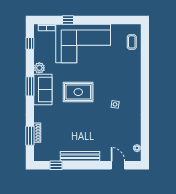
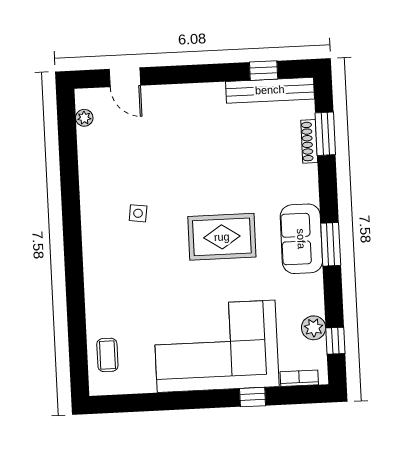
plant: (39, 68) -> (314, 328), moved
bench: (80, 156) -> (270, 90), moved

